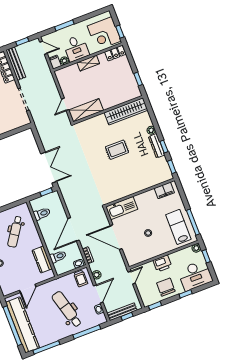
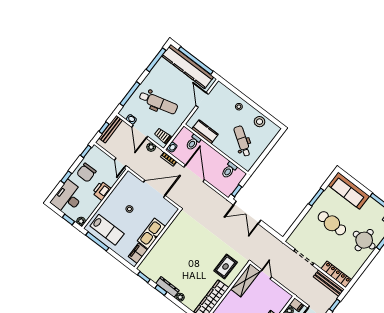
rug: (117, 150) -> (226, 266), moved
kitchen sink: (122, 208) -> (151, 234), moved
chair: (166, 287) -> (86, 173), turned 90

